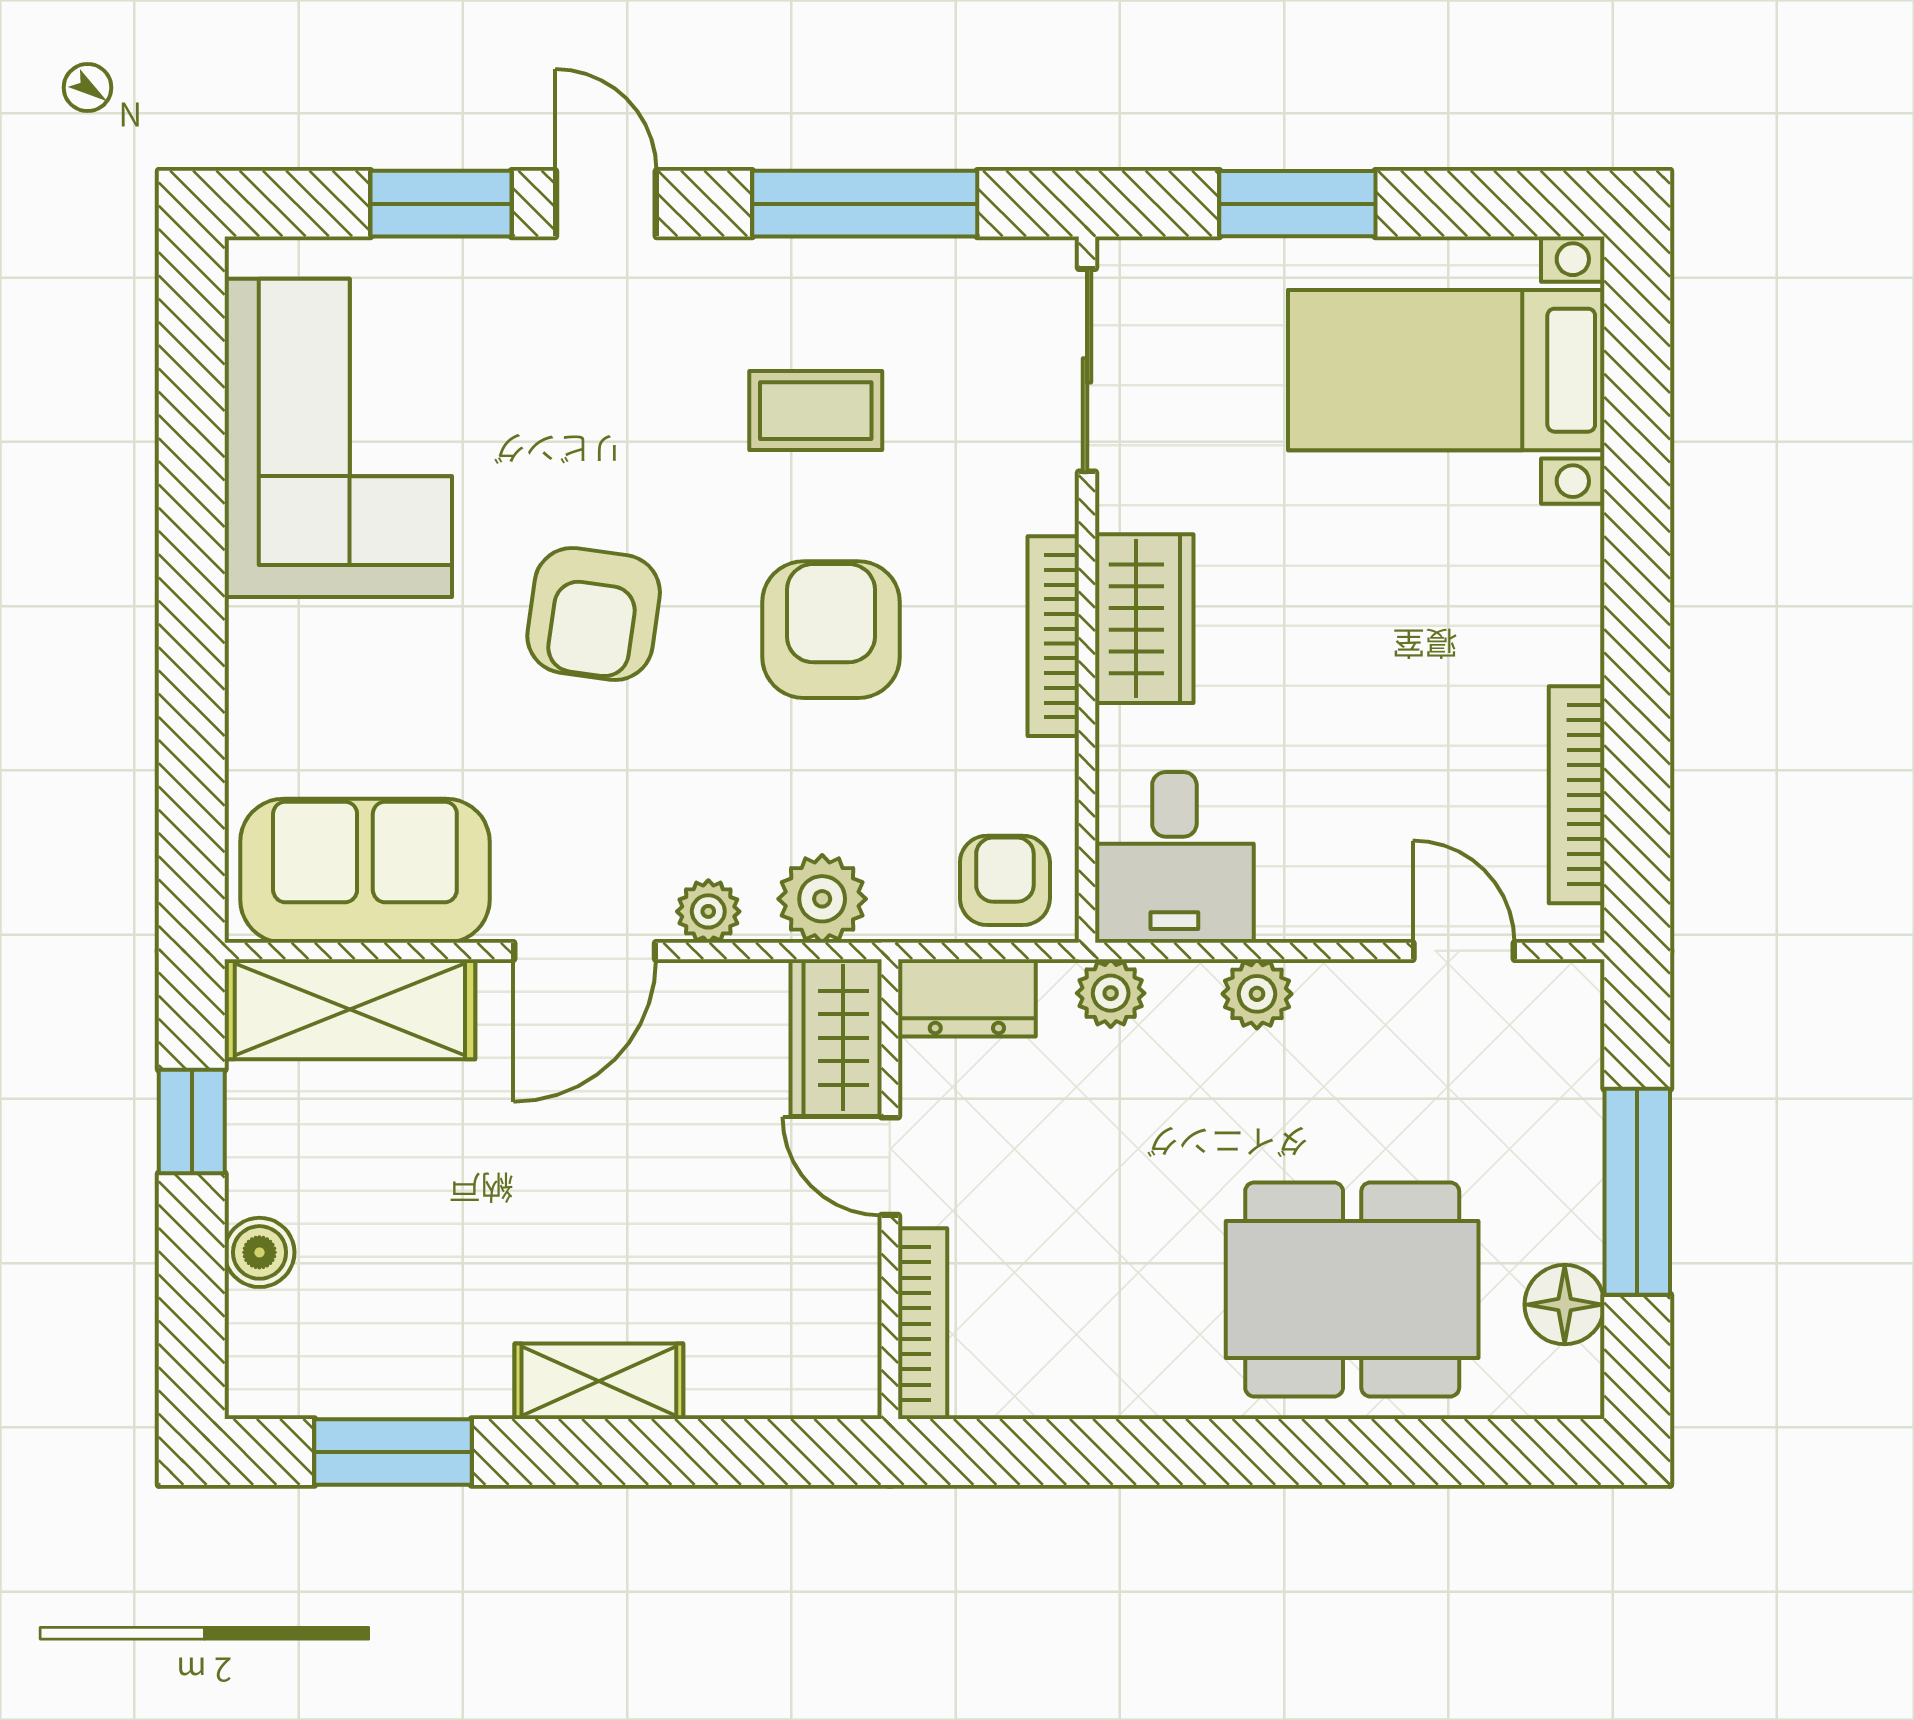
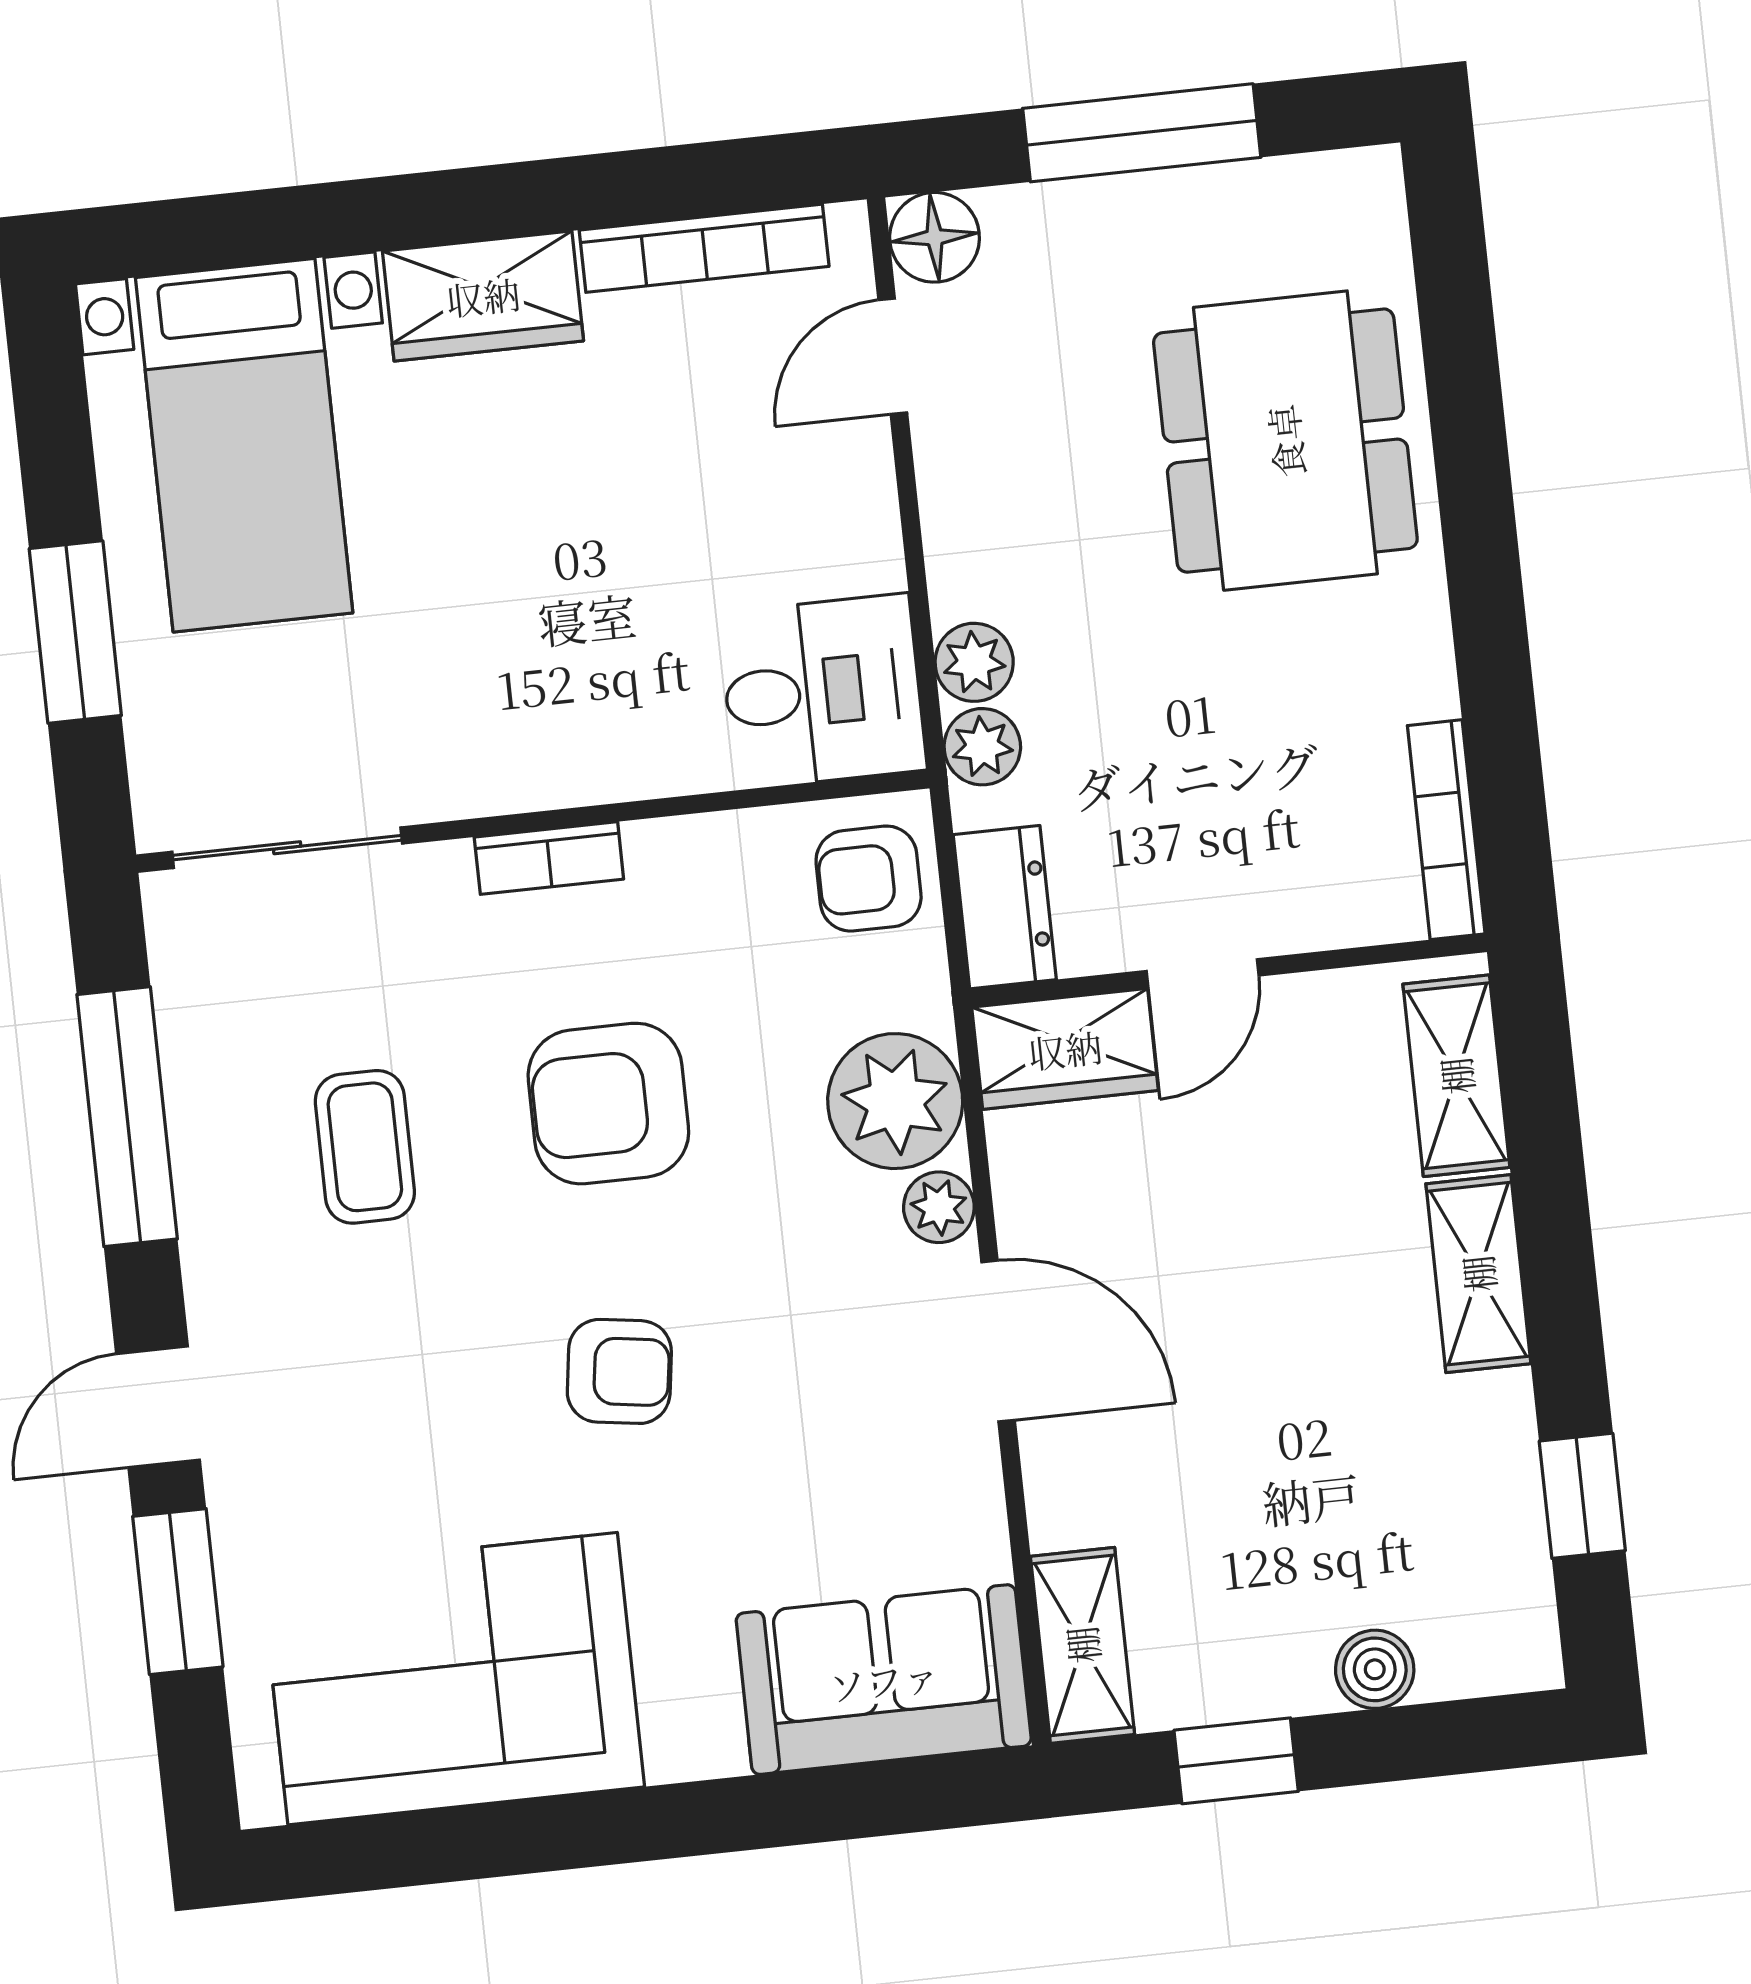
armchair: (594, 614) -> (619, 1371), width x0.72, depth x0.72
wardrobe: (1144, 619) -> (483, 296), moved, turned 180
bookcase: (1053, 636) -> (549, 858), width x0.64
sofa: (365, 871) -> (884, 1680), moved, turned 90
plant: (822, 899) -> (895, 1101), width x1.36, depth x1.36
plant: (1257, 994) -> (974, 662), moved
shelving: (350, 1009) -> (1082, 1645), width x0.67, depth x0.75
floor lamp: (1565, 1305) -> (935, 237), moved
bookcase: (923, 1324) -> (1446, 830), moved, turned -90
shelving: (776, 1380) -> (1456, 1076), added
window: (393, 1452) -> (1582, 1496), width x0.67

